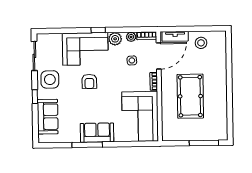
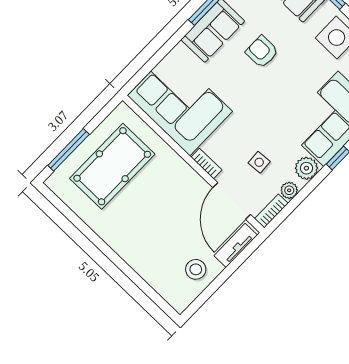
armchair: (89, 81) -> (262, 52), moved
pool table: (190, 96) -> (112, 166), moved, turned 90

